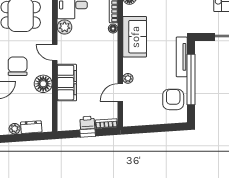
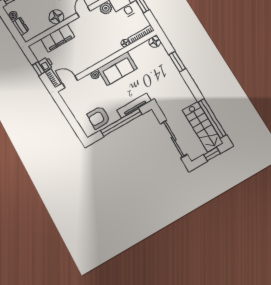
sofa: (135, 37) -> (117, 69), moved
filing cabinet: (67, 83) -> (58, 38), moved
door: (120, 93) -> (70, 82), moved
armchair: (173, 99) -> (99, 117), turned 180

